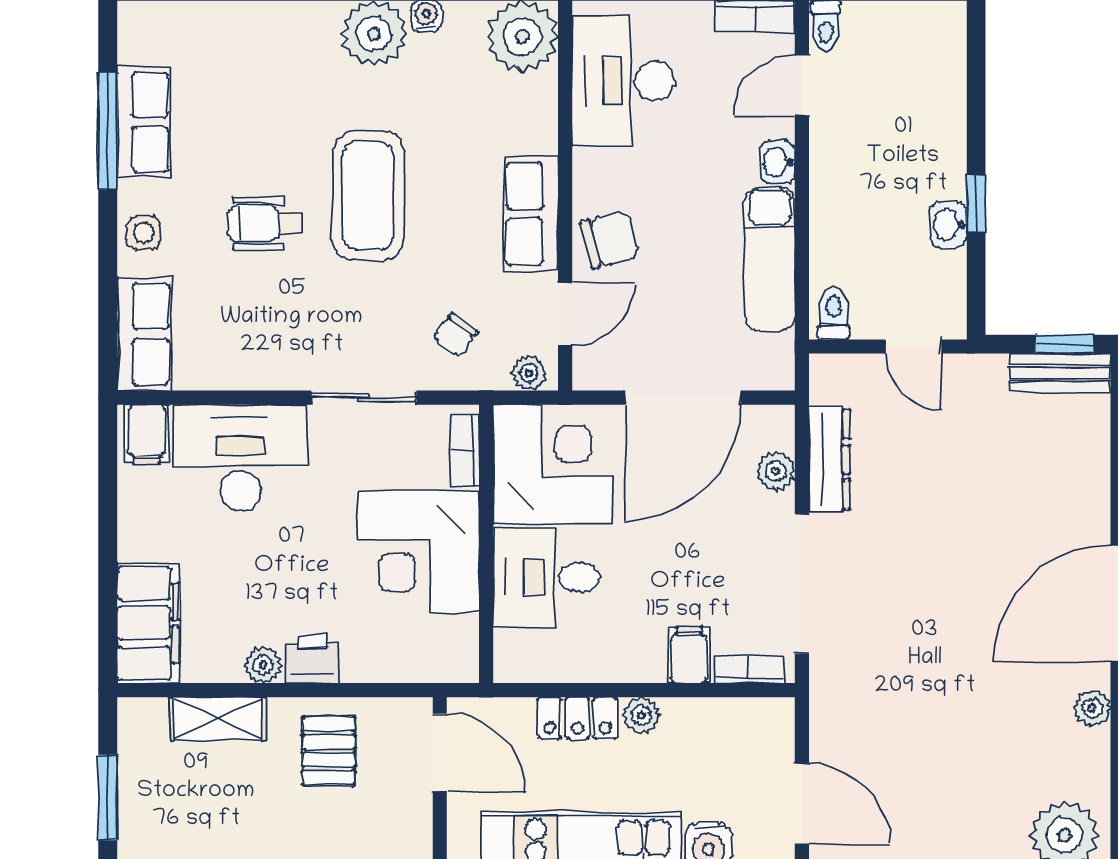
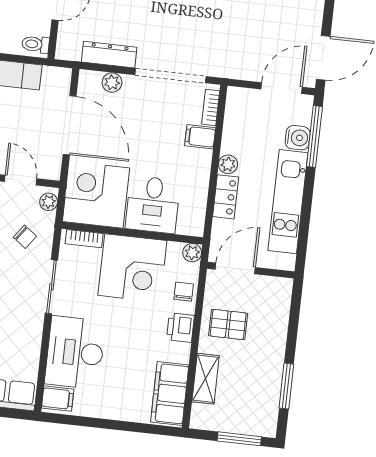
filing cabinet: (148, 623) -> (170, 394), moved, turned -90
chair: (383, 657) -> (184, 292), added
plant: (263, 665) -> (192, 253), moved

